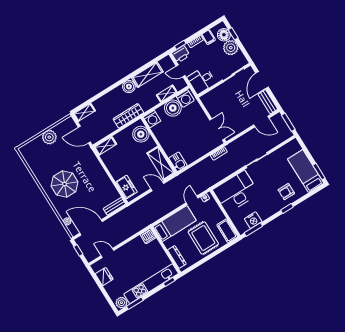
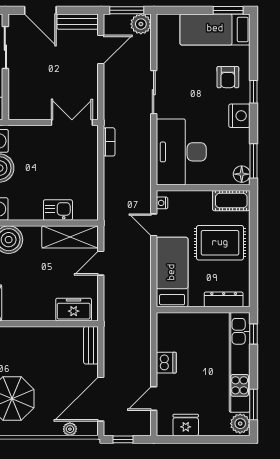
plant: (286, 133) -> (141, 24), added
kitchen sink: (178, 162) -> (58, 210), moved
nightstand: (253, 220) -> (239, 116), moved
floor lamp: (243, 228) -> (242, 174), added
dishwasher: (148, 236) -> (166, 363), moved

